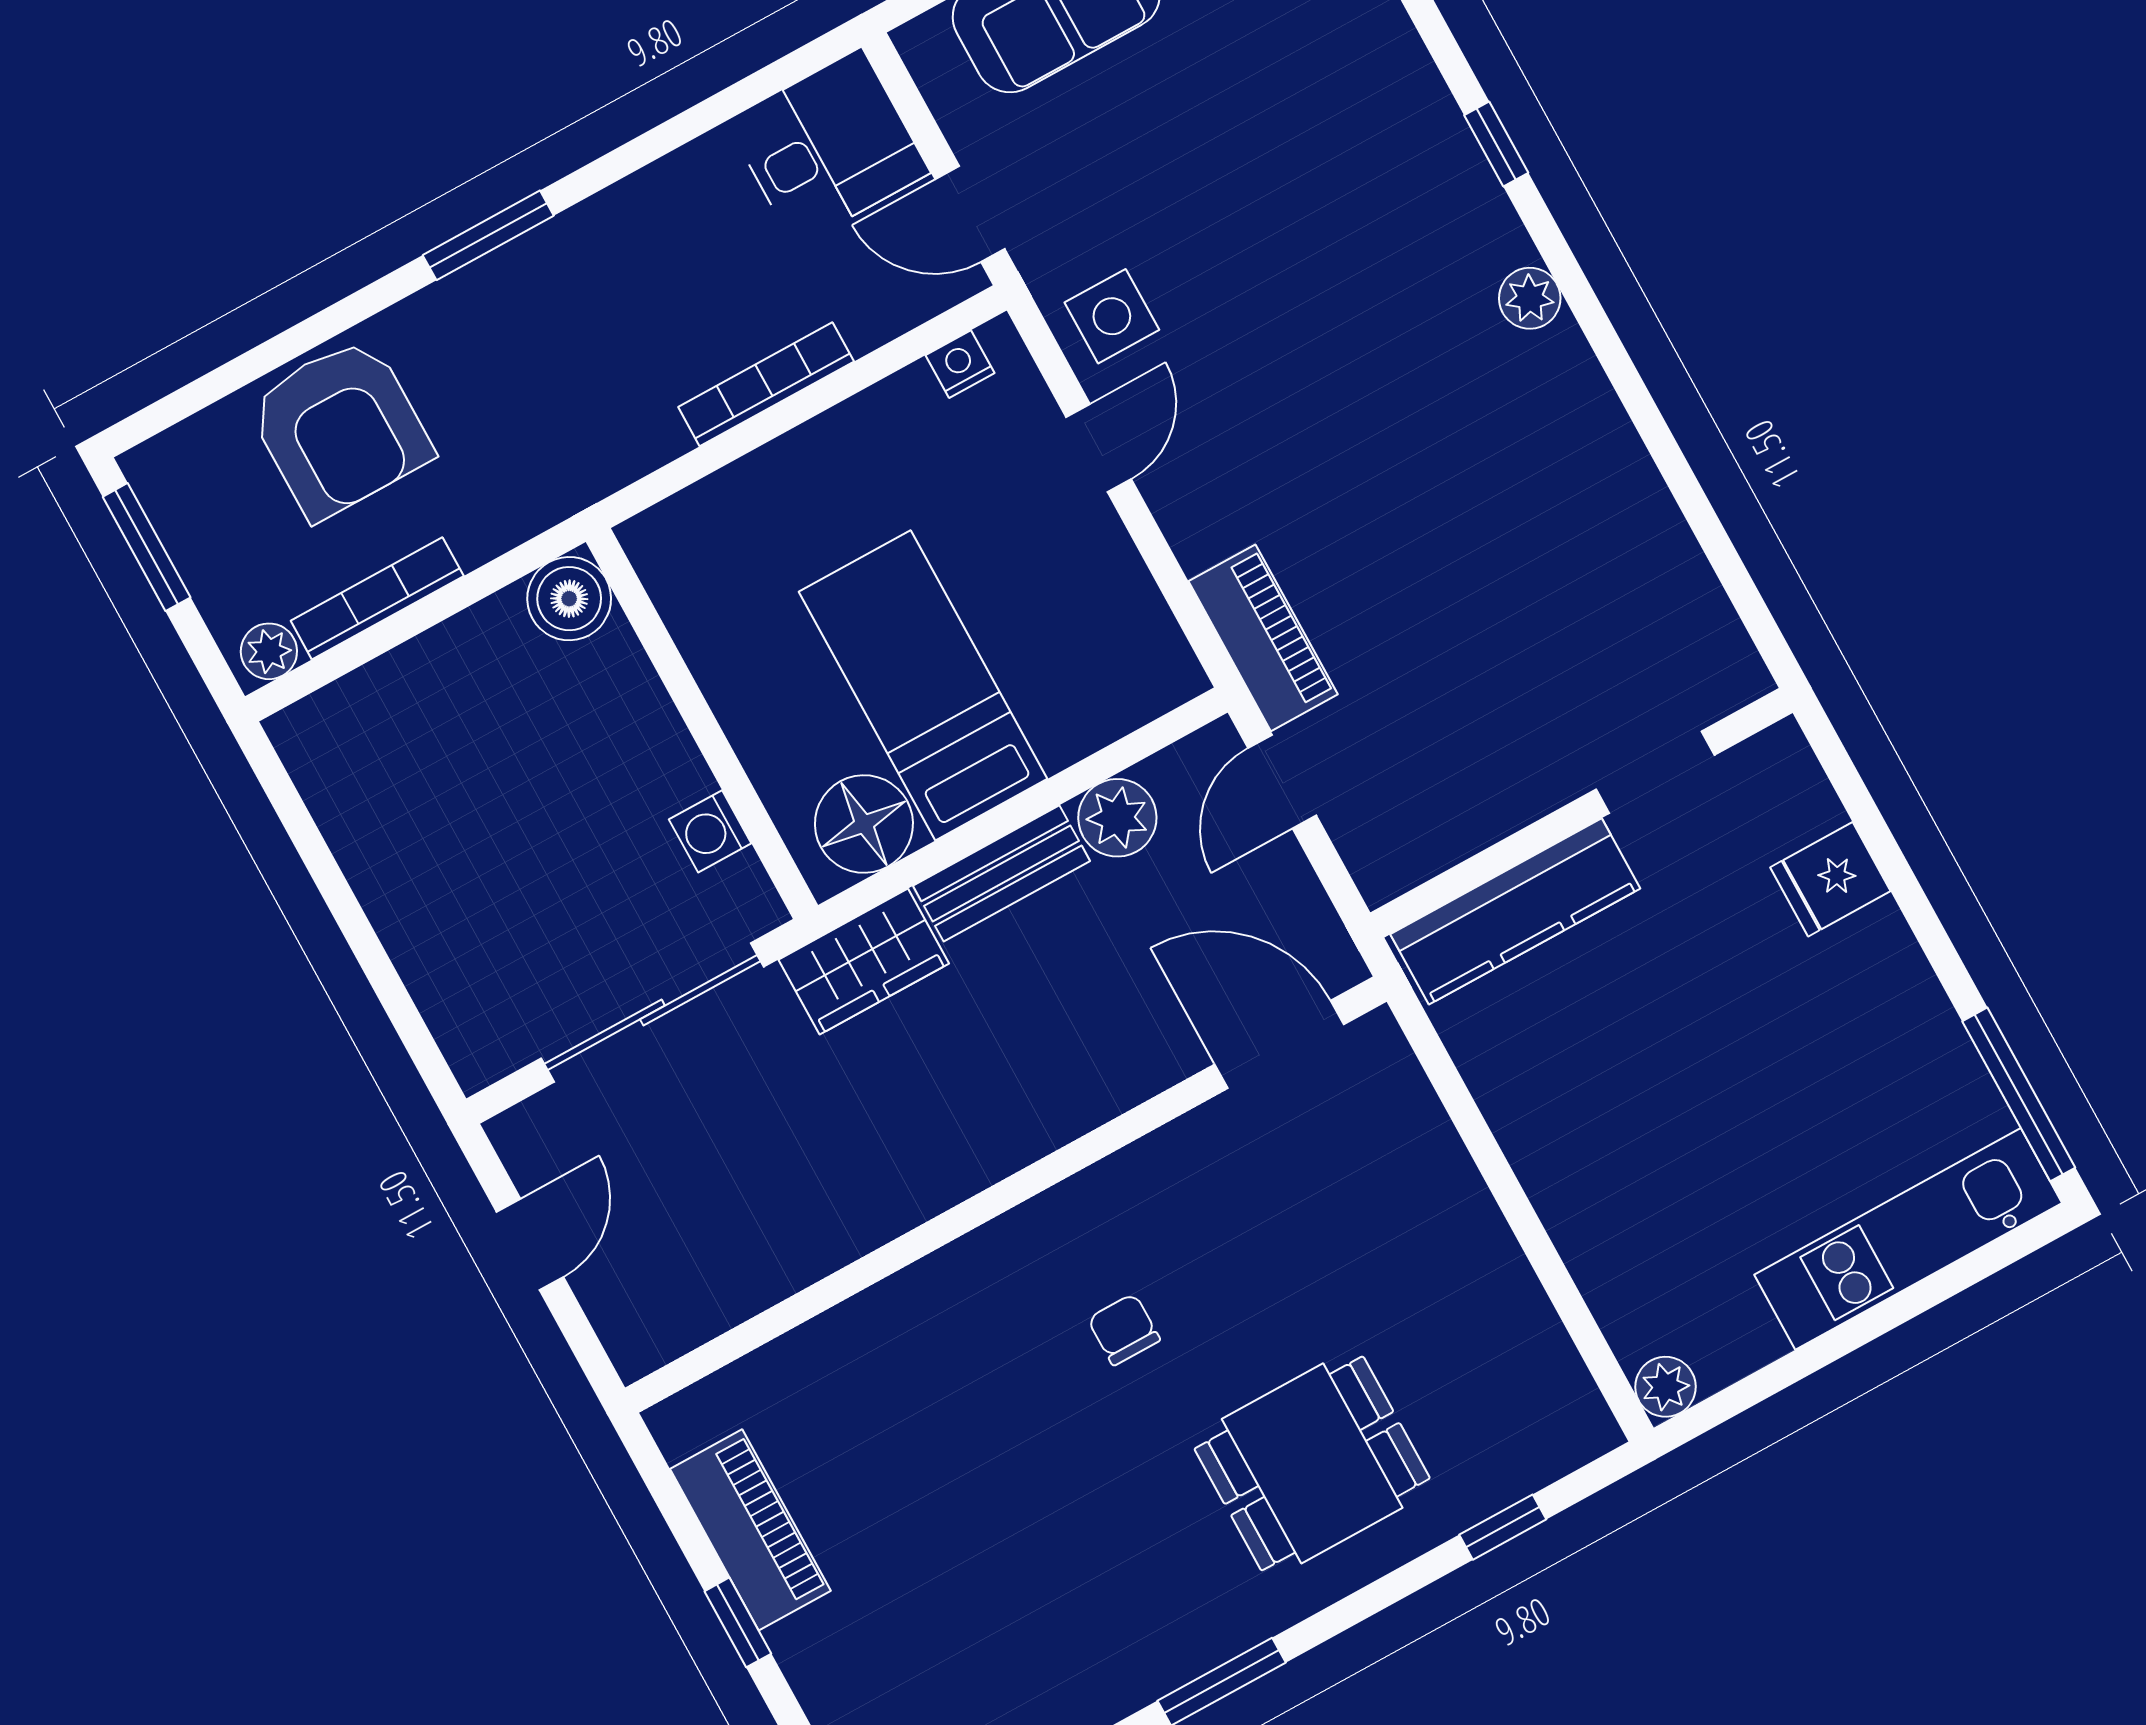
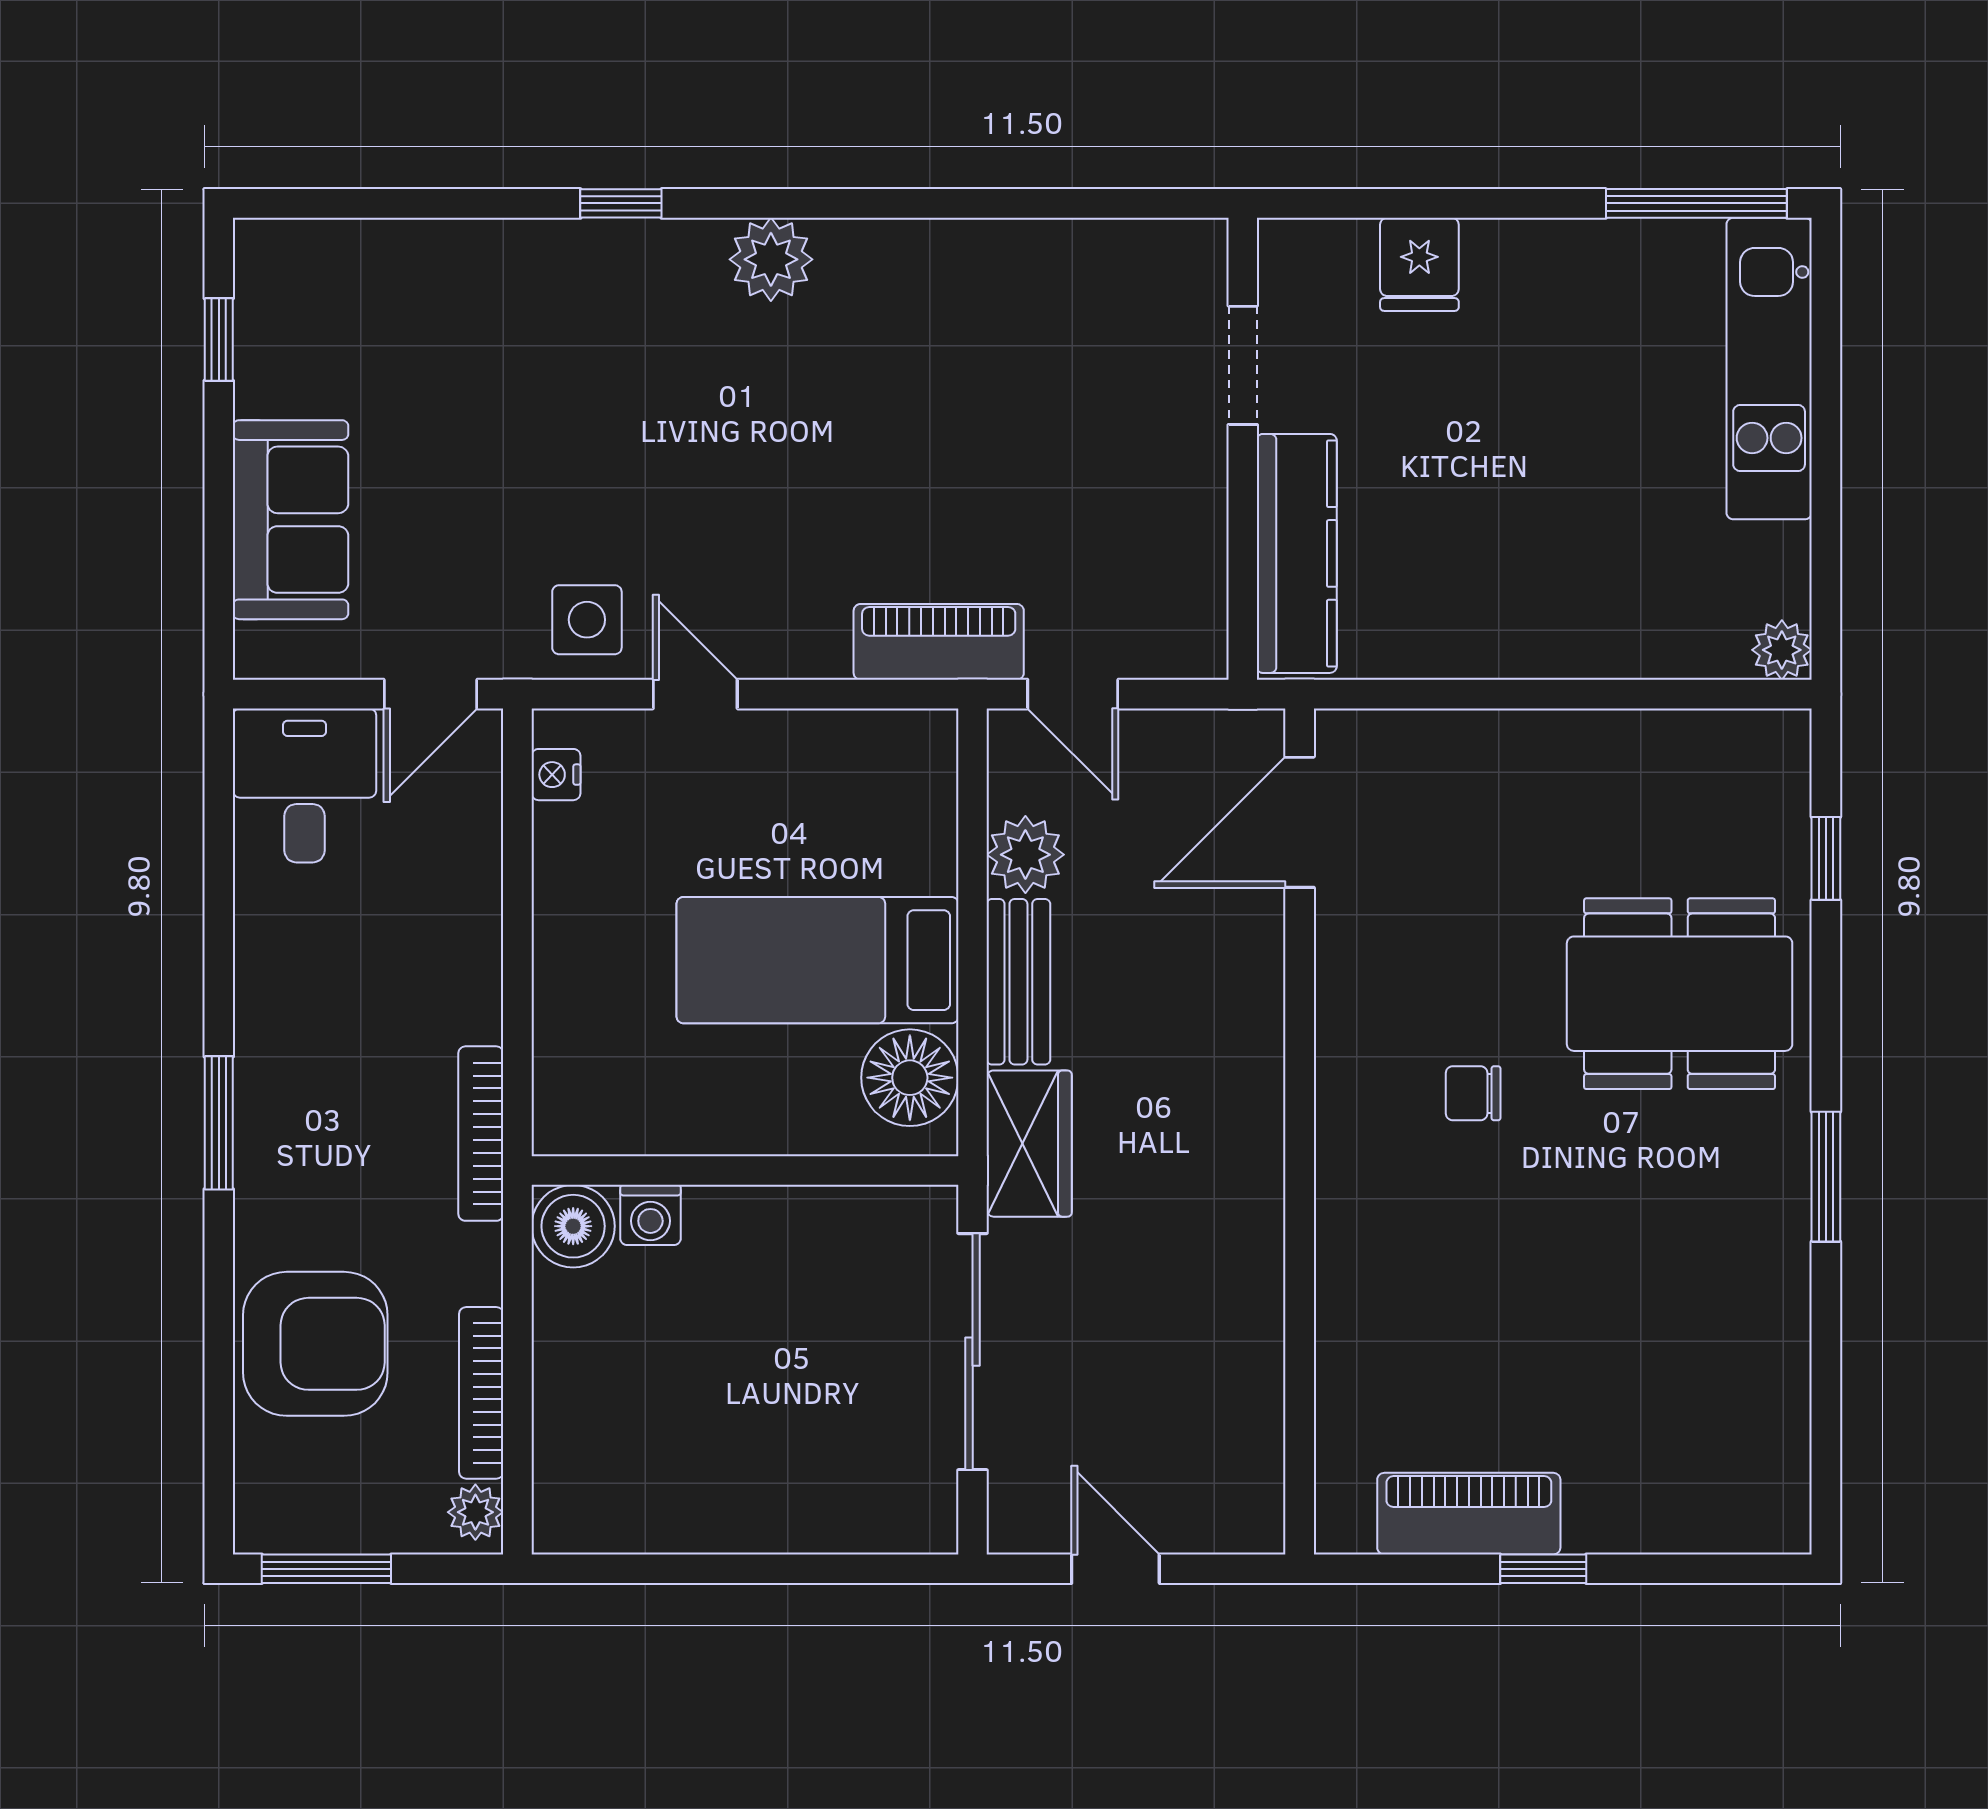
plant: (1530, 298) -> (771, 259), width x1.38, depth x1.38
bookcase: (766, 384) -> (481, 1134), moved
washing machine: (710, 831) -> (650, 1215), moved
dining table: (1312, 1463) -> (1680, 994), width x1.38

